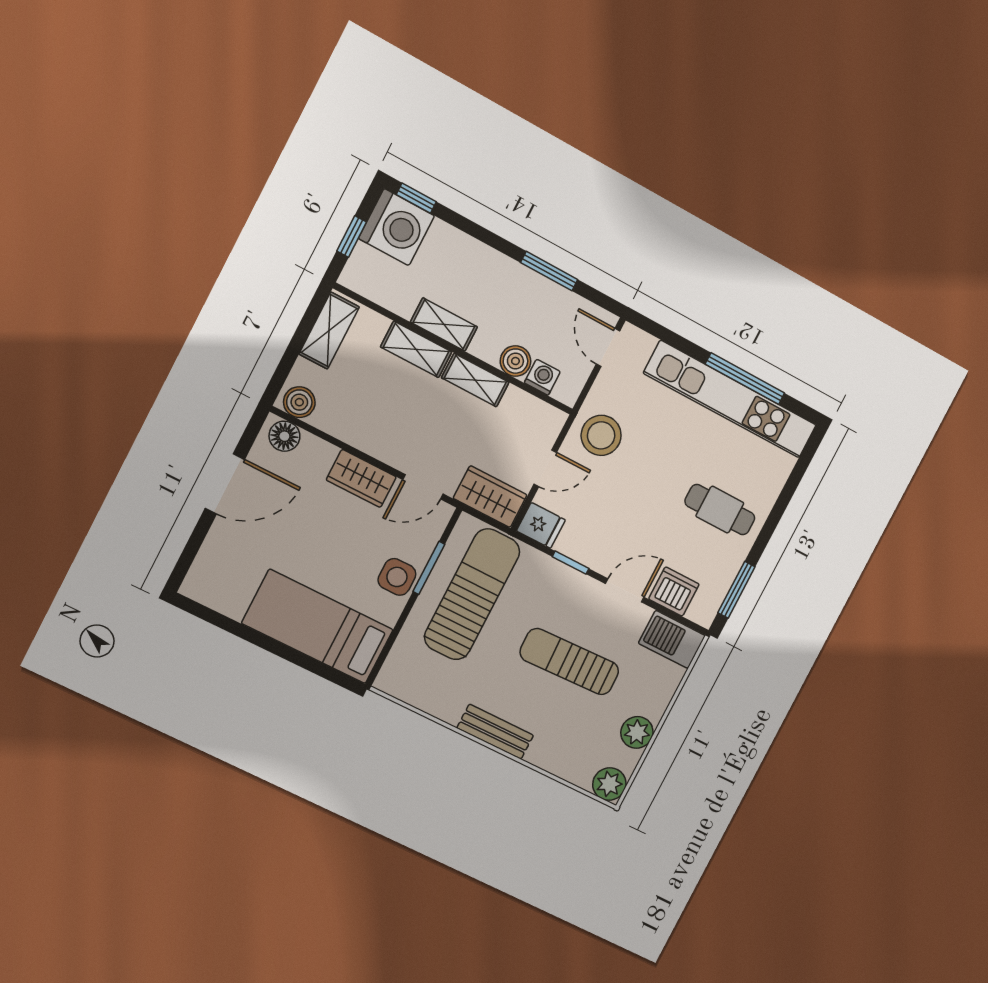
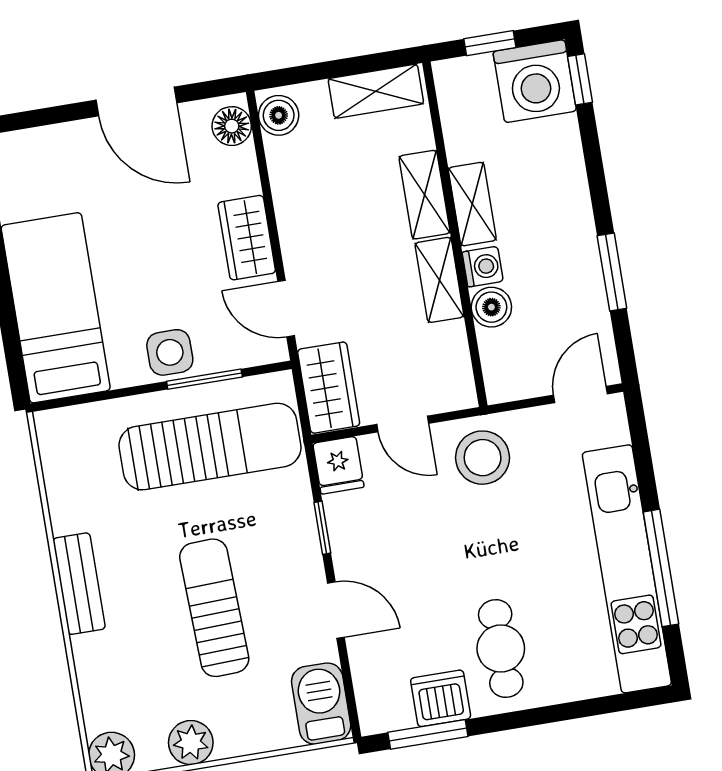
washing machine: (542, 377) -> (483, 267), moved
dishwasher: (674, 591) -> (441, 698), moved, turned -90

